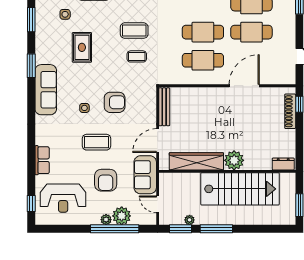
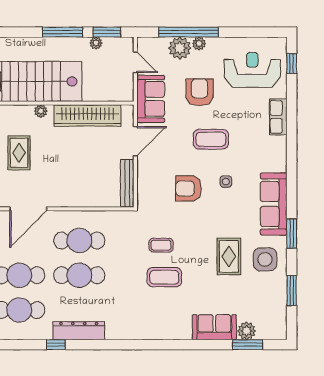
side table: (65, 14) -> (265, 259), moved, width x1.87, depth x1.87
rug: (252, 131) -> (19, 153), added
plant: (234, 160) -> (41, 111), width x0.53, depth x0.53

